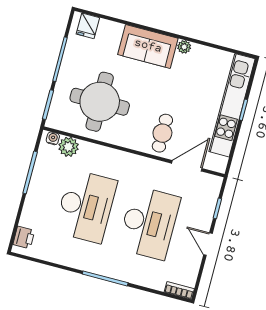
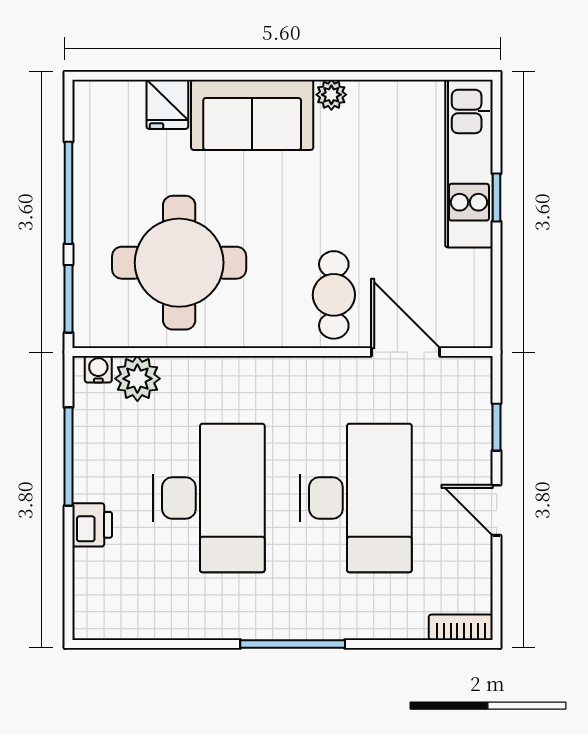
fridge: (88, 26) -> (167, 104), moved
kitchen unit: (232, 105) -> (469, 164), width x0.73
door: (187, 166) -> (406, 352), hinge flipped
printer: (24, 237) -> (92, 525), moved

